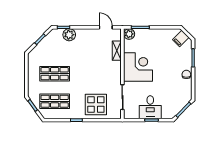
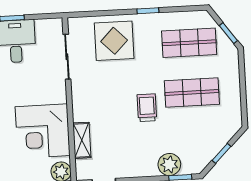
trolley: (80, 67) -> (147, 108), added
corner desk: (138, 67) -> (43, 131), moved

